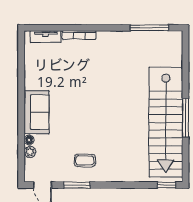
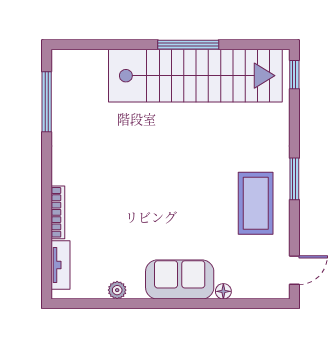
plant: (30, 152) -> (117, 290), moved
coffee table: (85, 160) -> (256, 203), width x1.86, depth x1.72
window: (77, 185) -> (294, 179), moved

